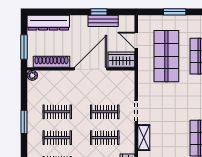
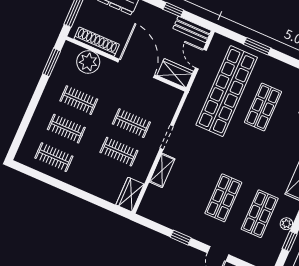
bench: (103, 21) -> (192, 29), moved
shop shelf: (166, 56) -> (227, 91), width x1.40
door: (90, 69) -> (136, 68), hinge flipped
plant: (32, 75) -> (88, 62), moved, width x1.87, depth x1.87
window: (24, 122) -> (52, 62), moved

